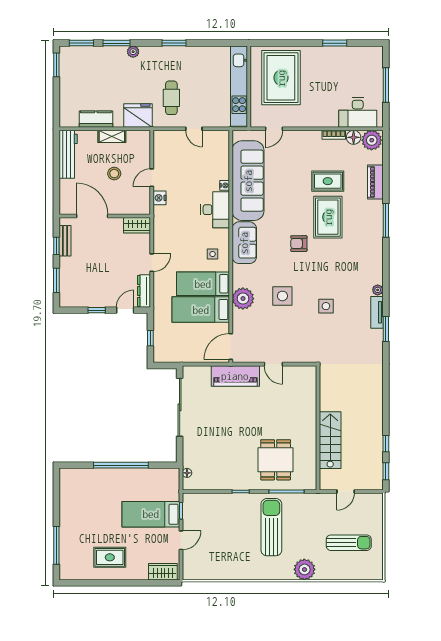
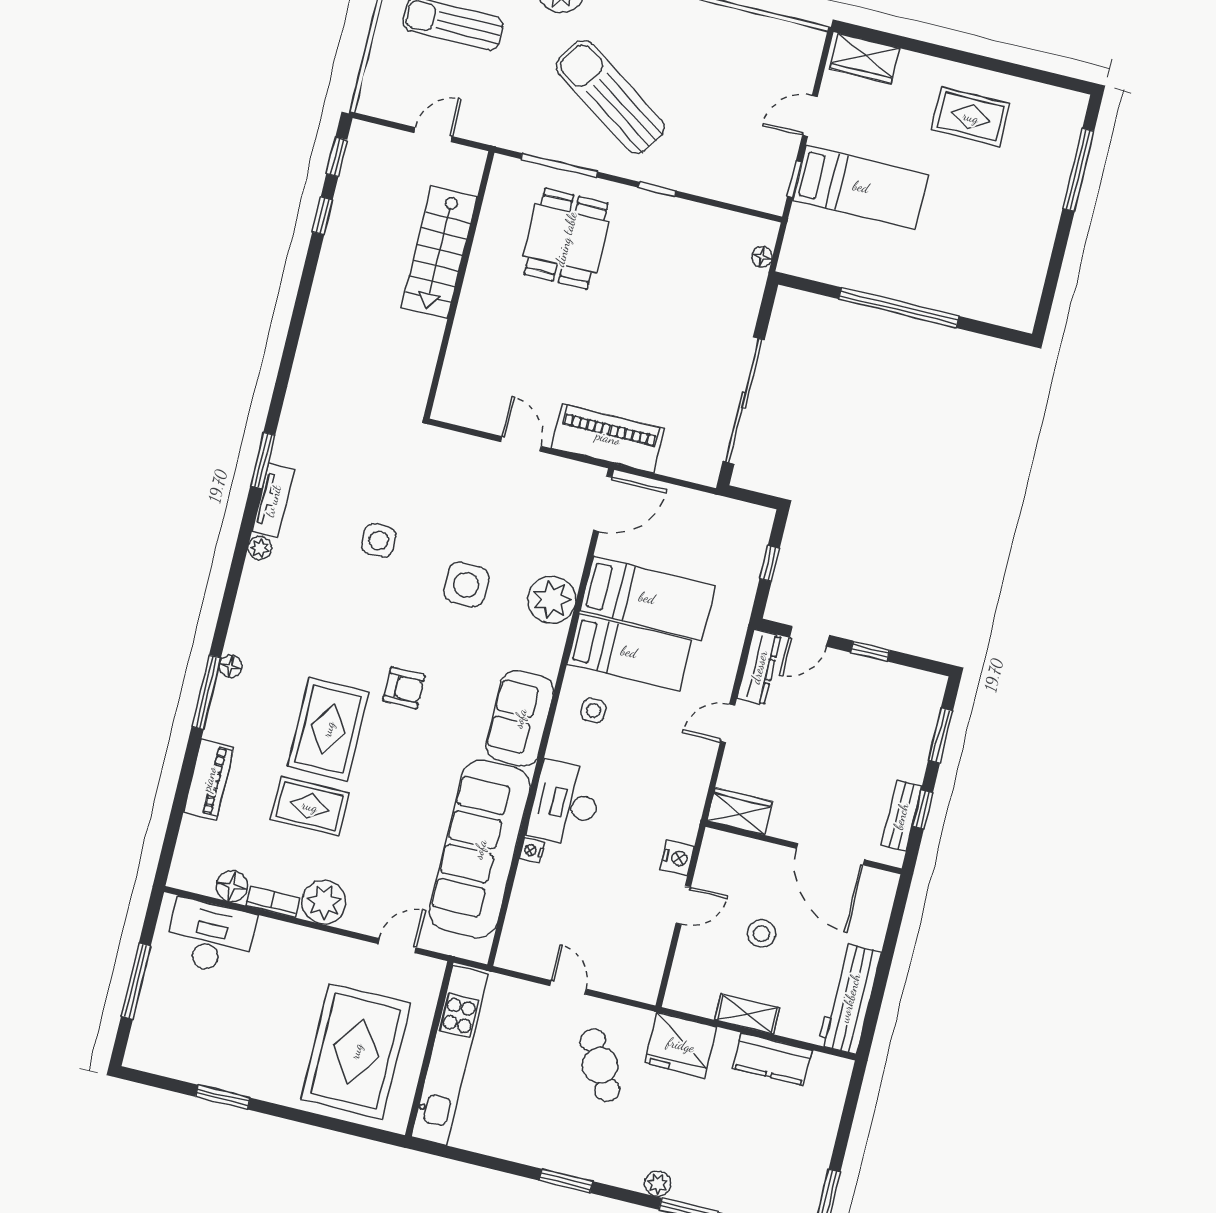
cafe table: (171, 98) -> (600, 1065), turned -30
plant: (372, 140) -> (324, 902), moved
floor lamp: (378, 234) -> (231, 666), added
sun lounger: (271, 527) -> (610, 97), turned 124

